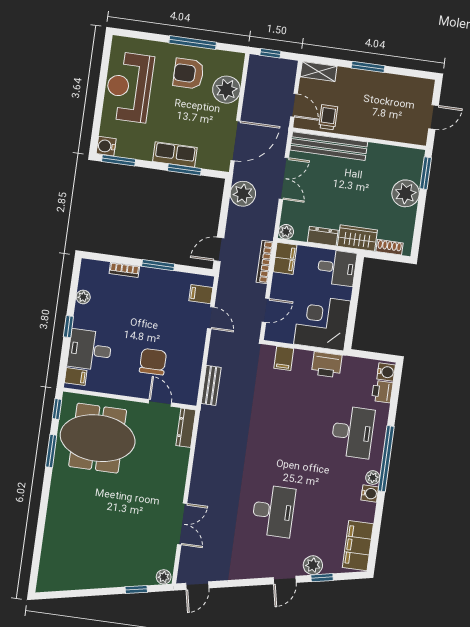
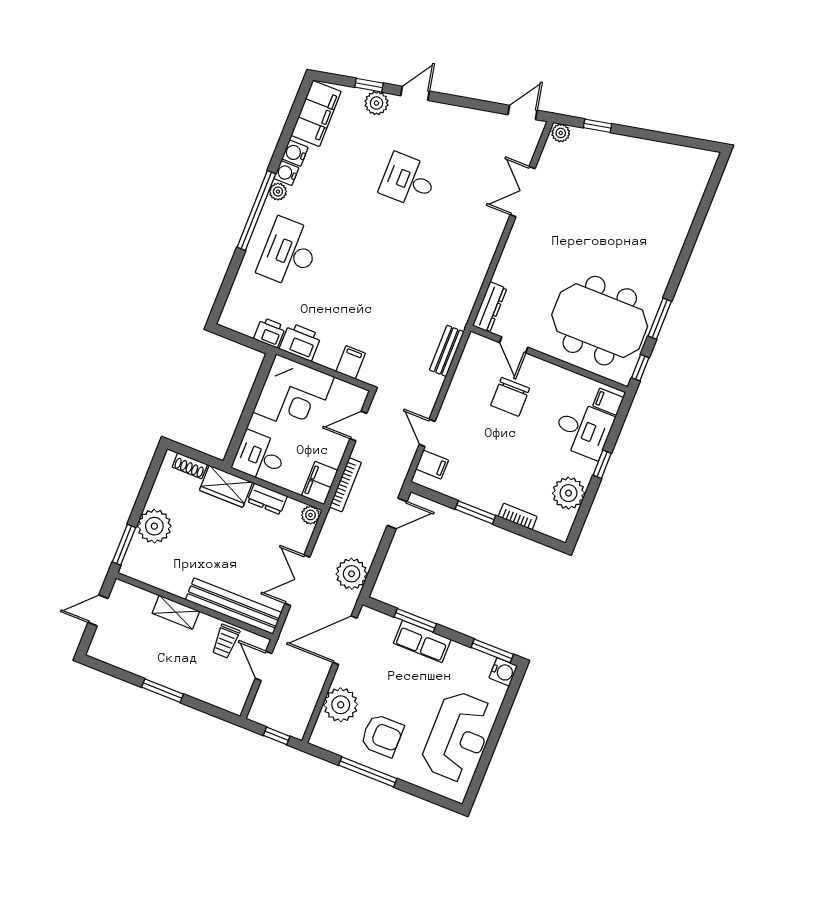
shelving: (319, 72) -> (176, 612), moved
plant: (83, 297) -> (568, 493), width x1.87, depth x1.87
water cooler: (386, 372) -> (295, 153), moved
printer: (382, 392) -> (270, 333), moved, turned -90
desk: (273, 511) -> (408, 180), width x0.73

